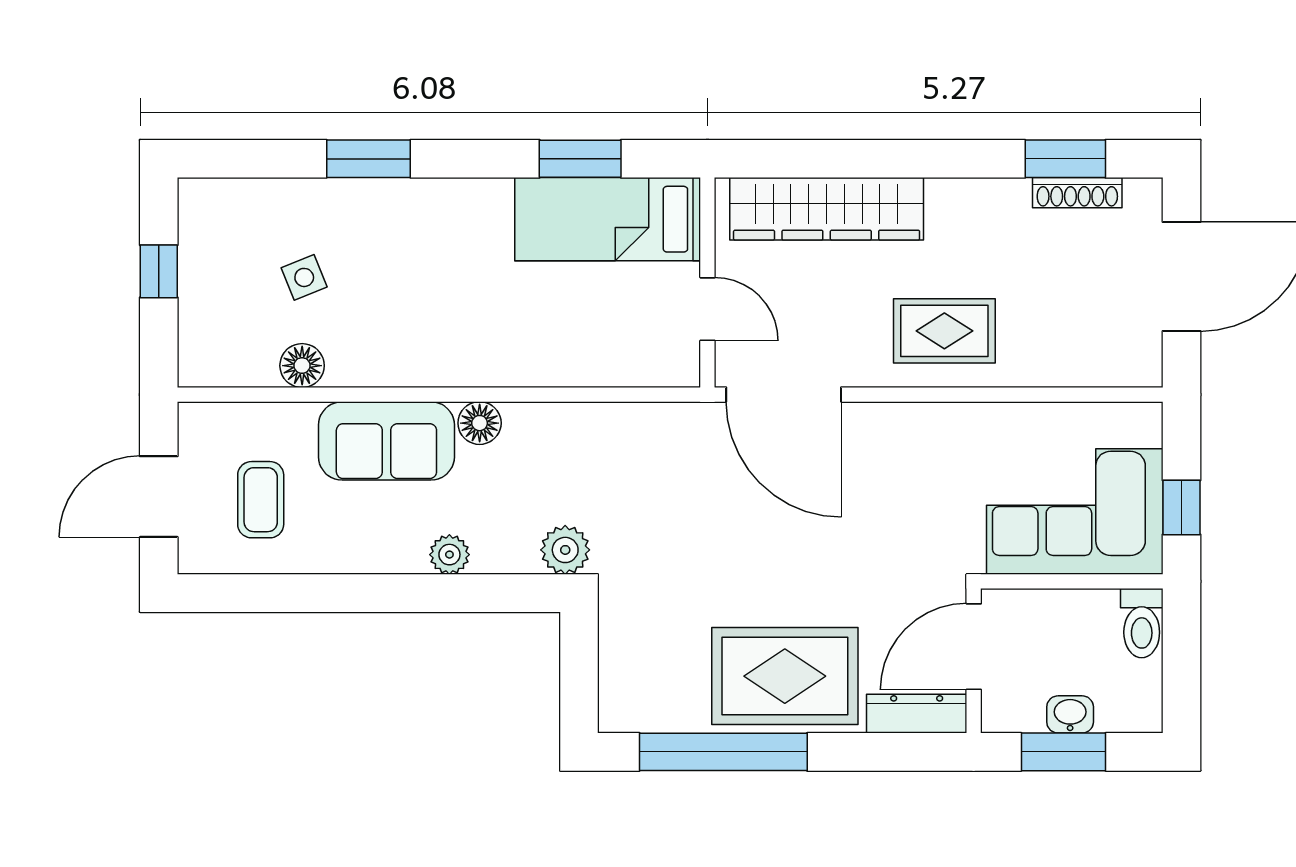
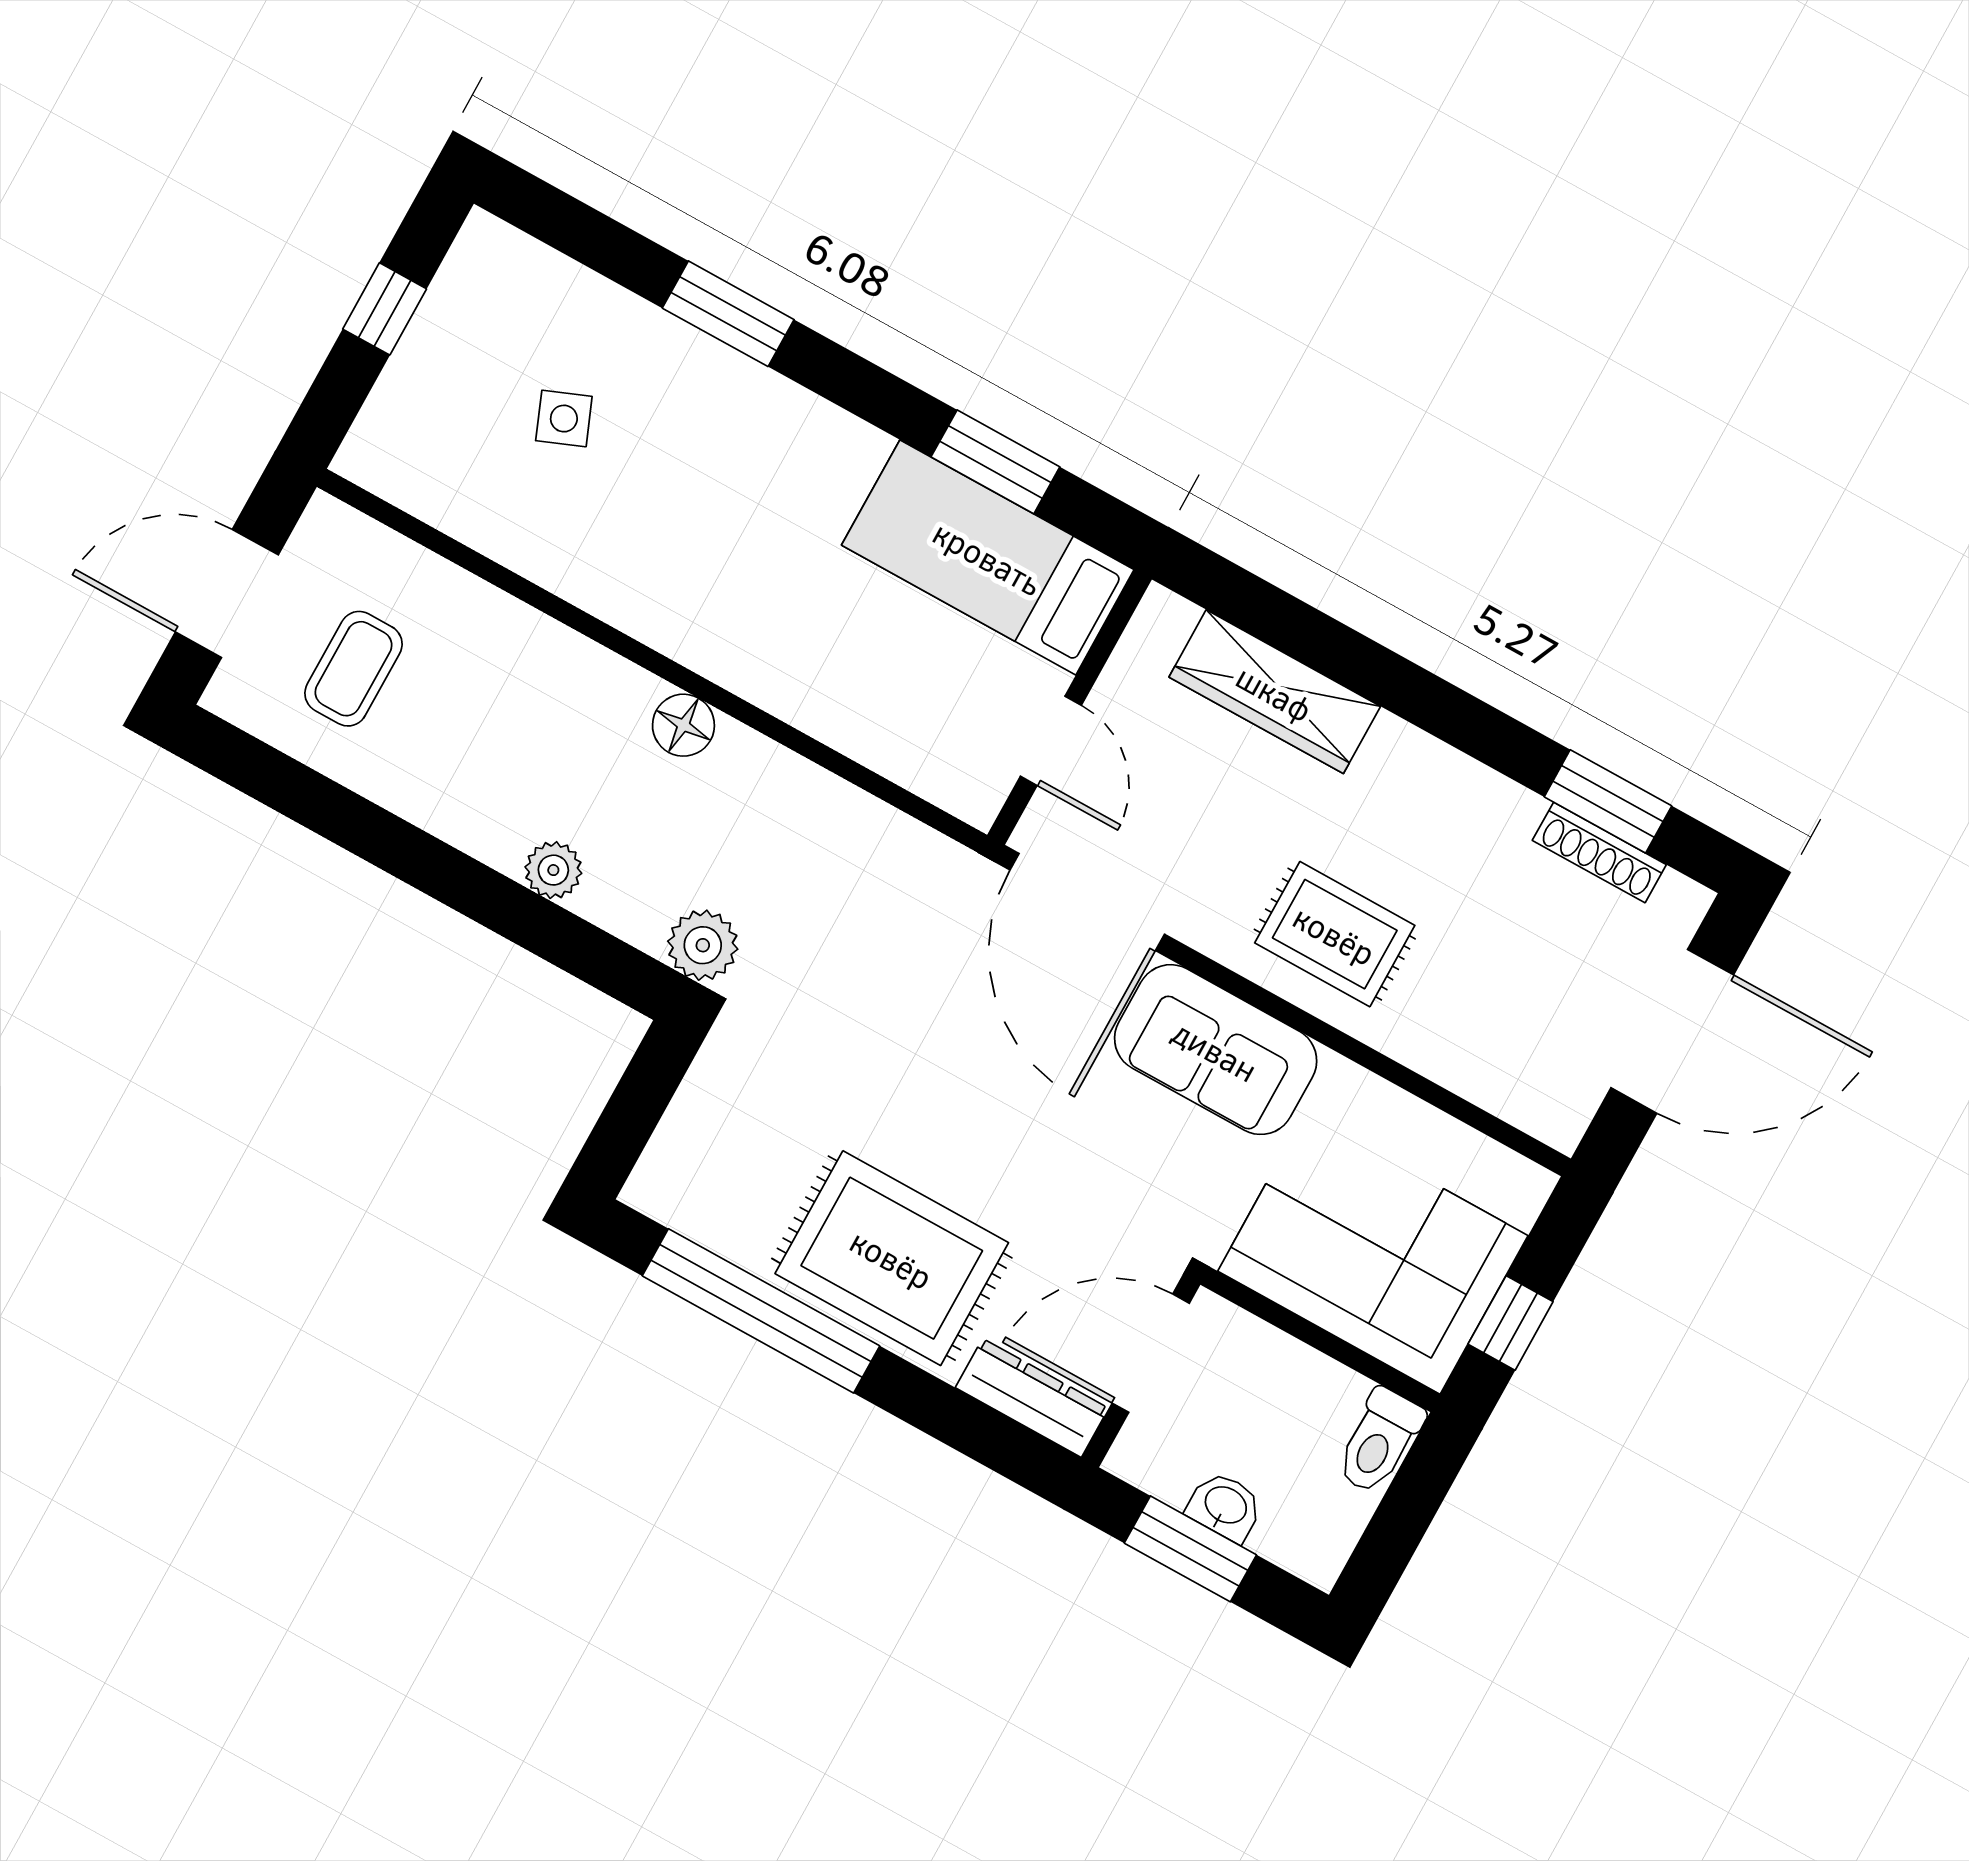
wardrobe: (827, 209) -> (1275, 692), width x0.71, depth x0.85
floor lamp: (302, 366) -> (500, 528), removed
sofa: (386, 441) -> (1216, 1050), moved

